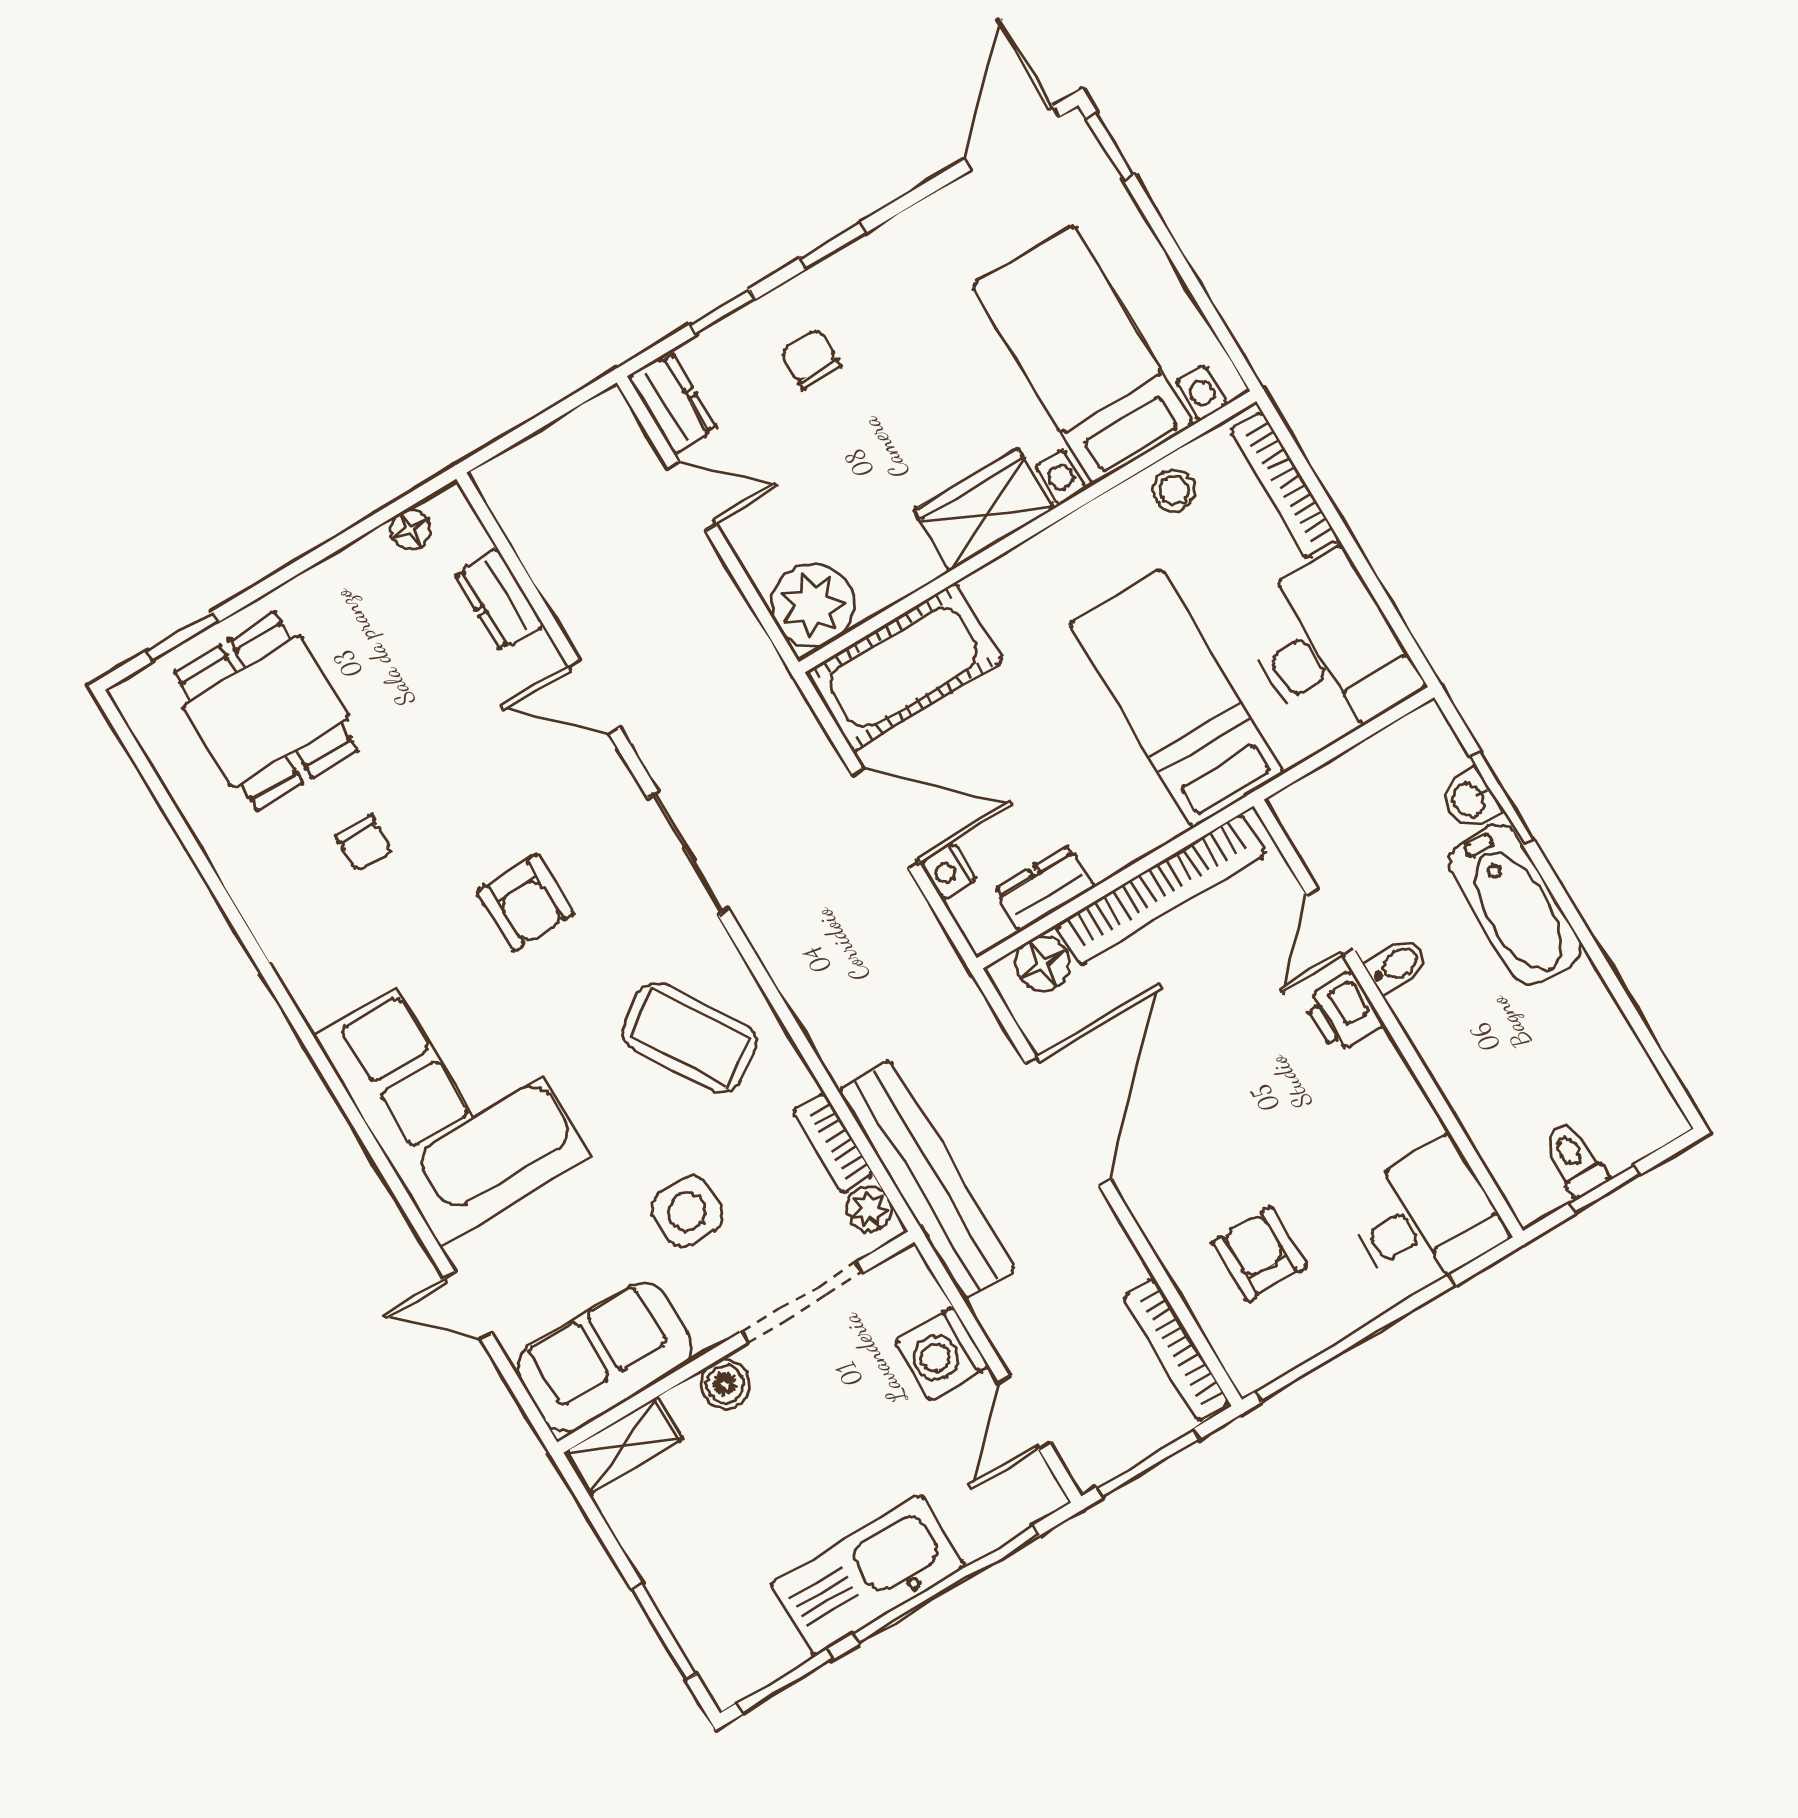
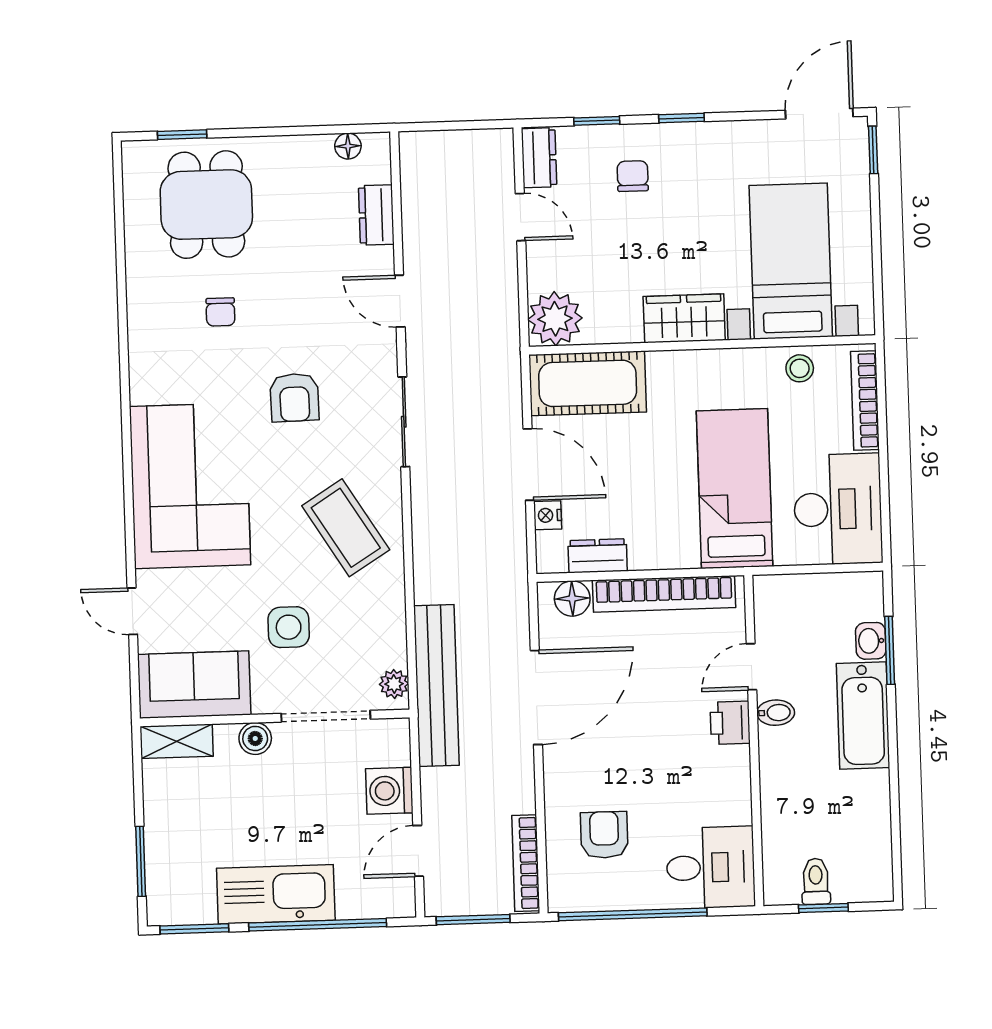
bookcase: (833, 1143) -> (394, 634), removed

